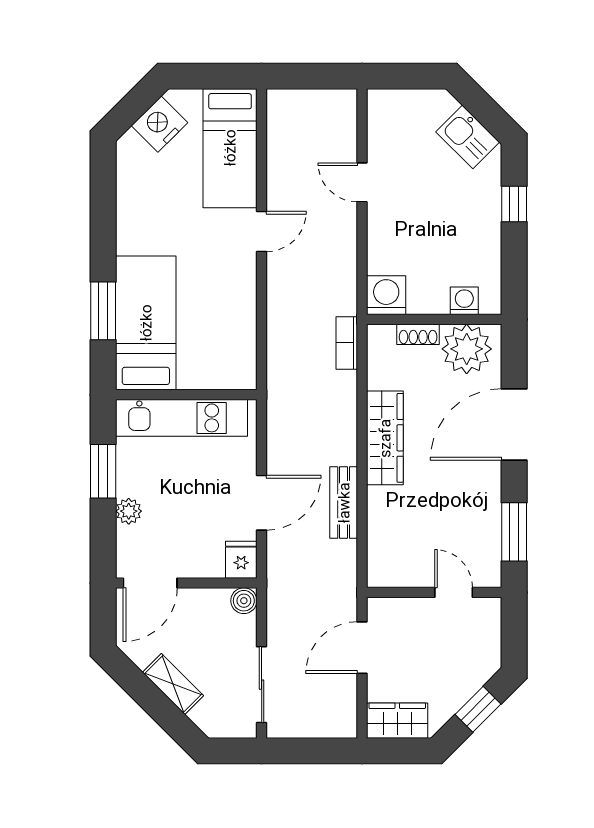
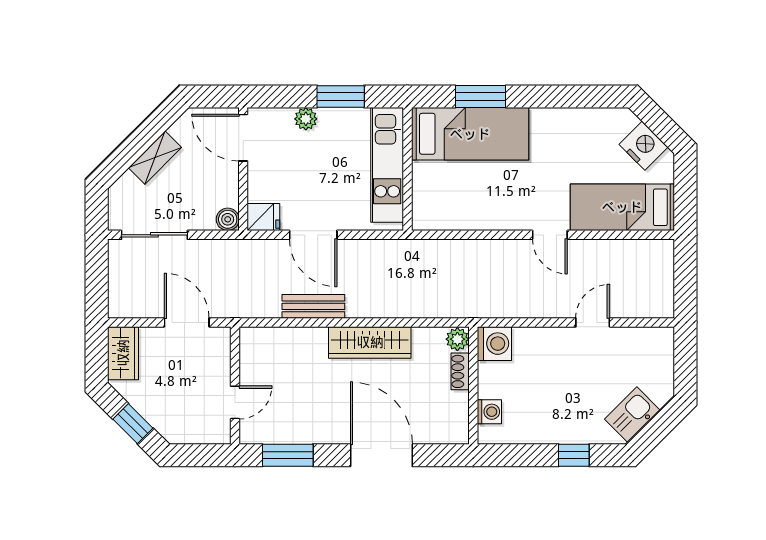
bookcase: (347, 343) -> (453, 309), removed
plant: (467, 349) -> (457, 339), moved, width x0.53, depth x0.53

